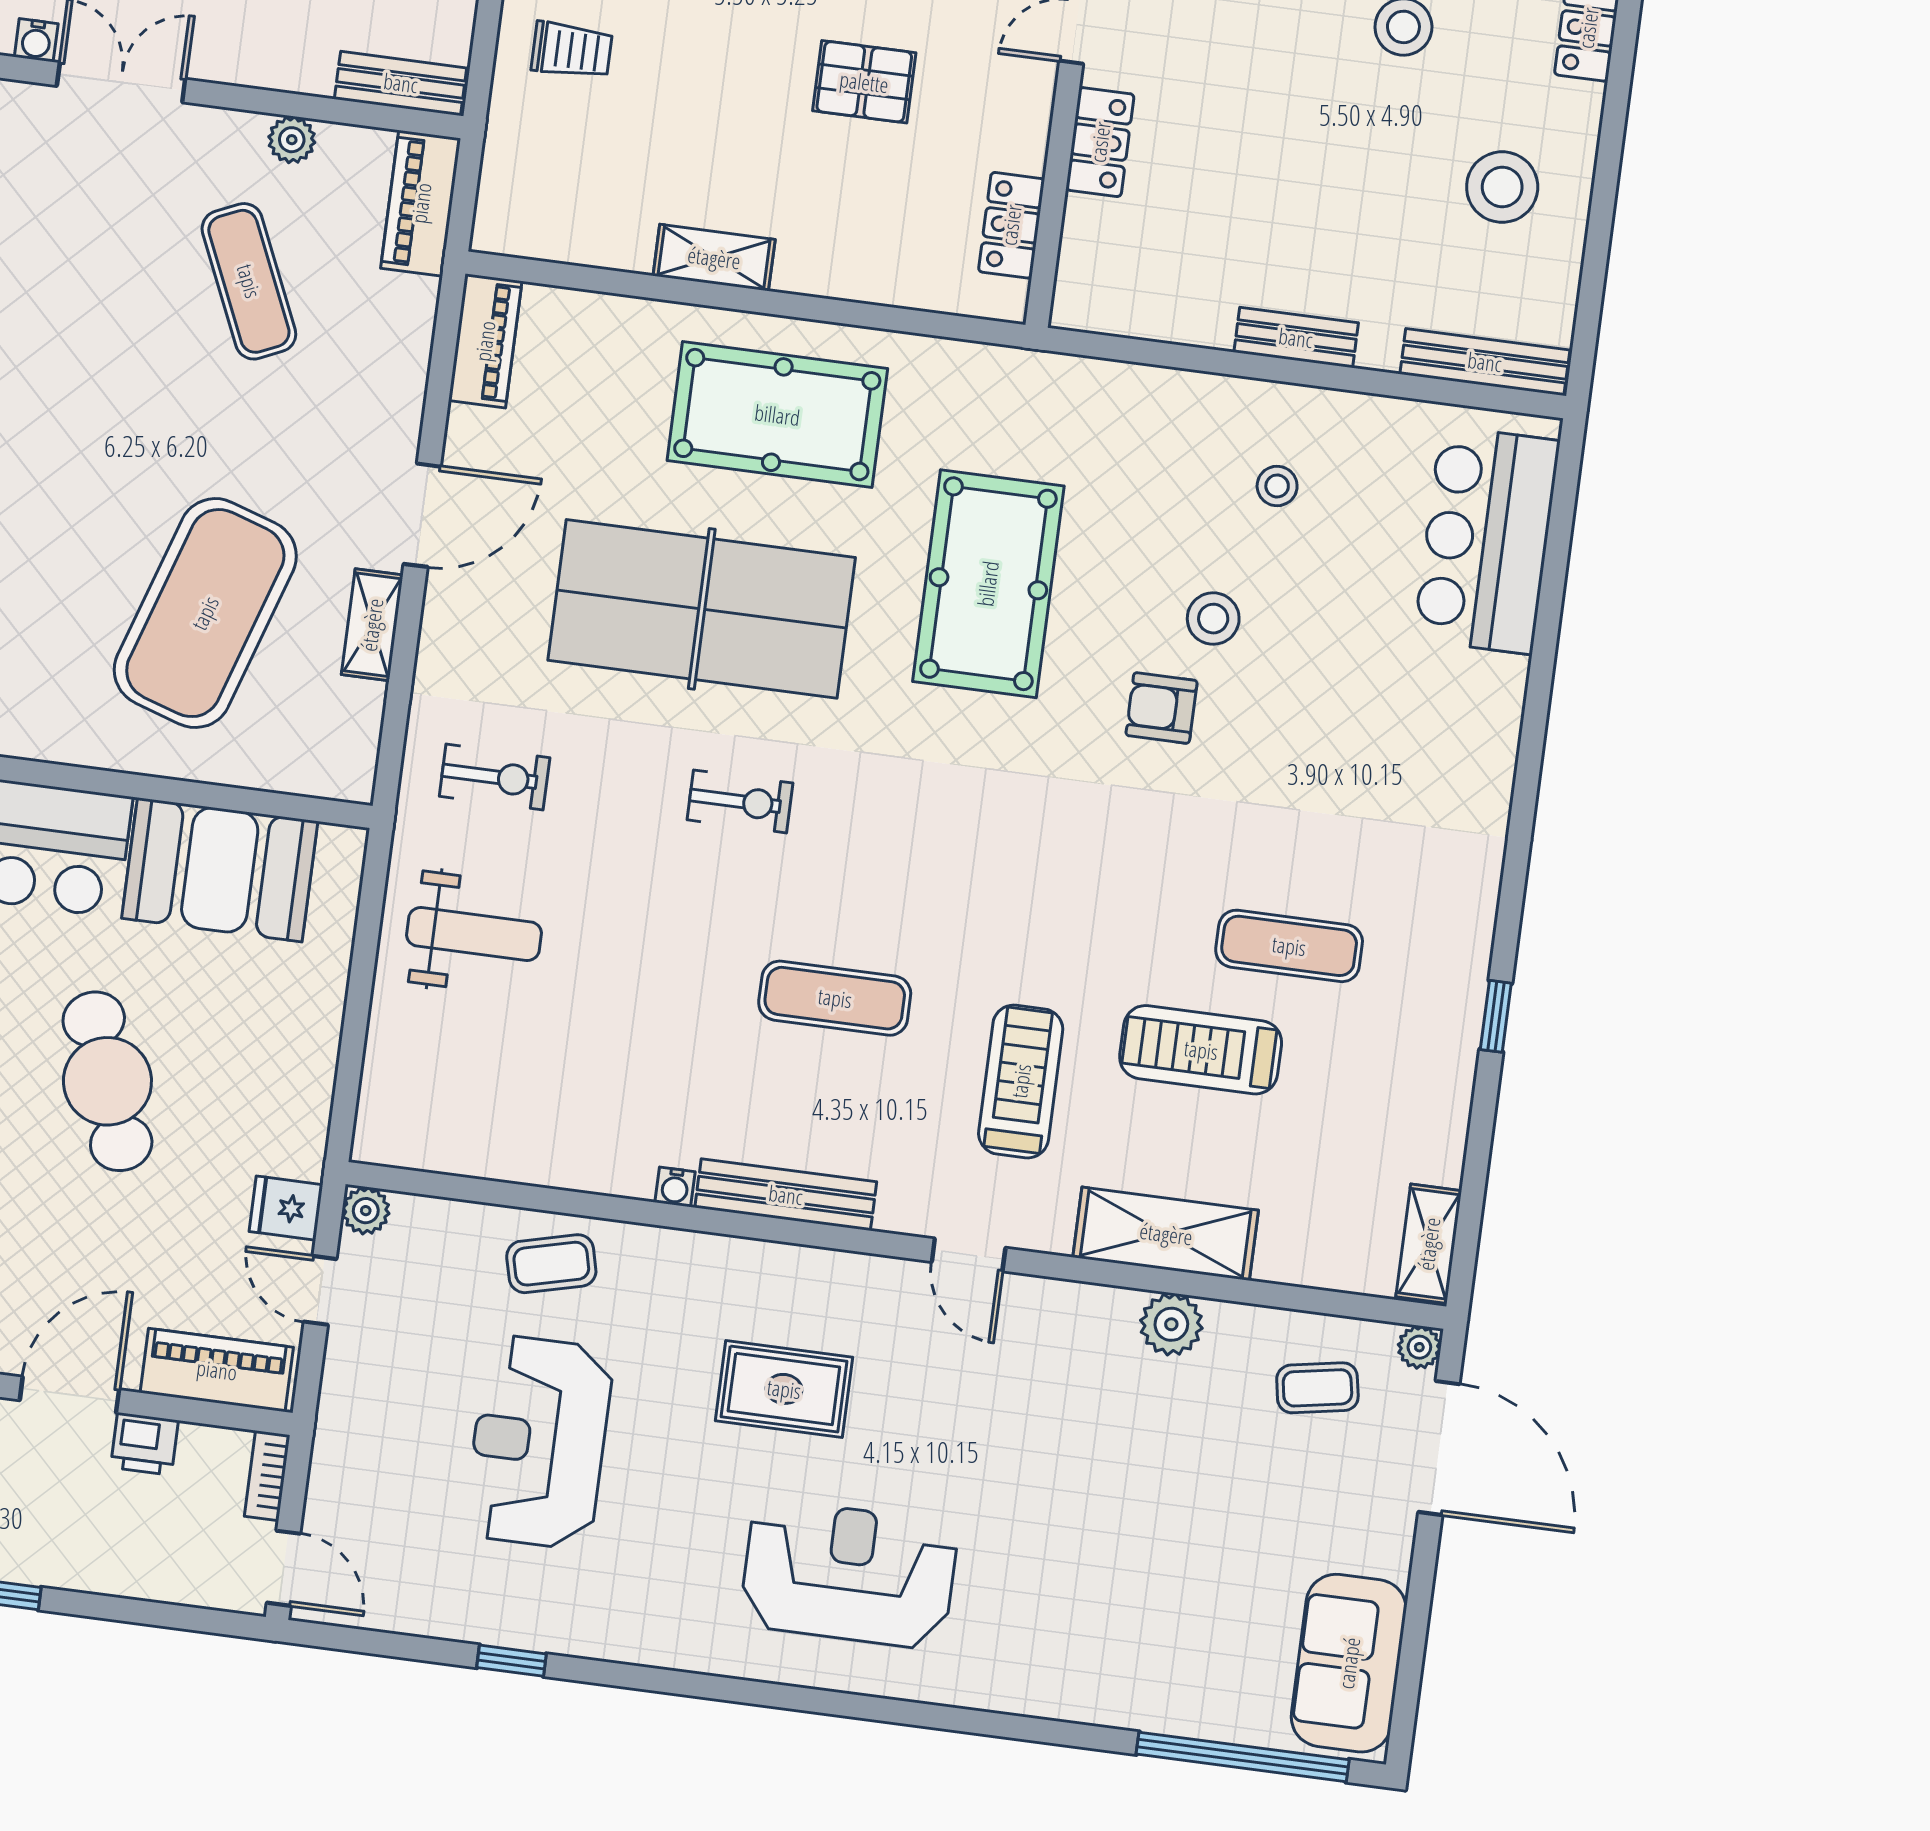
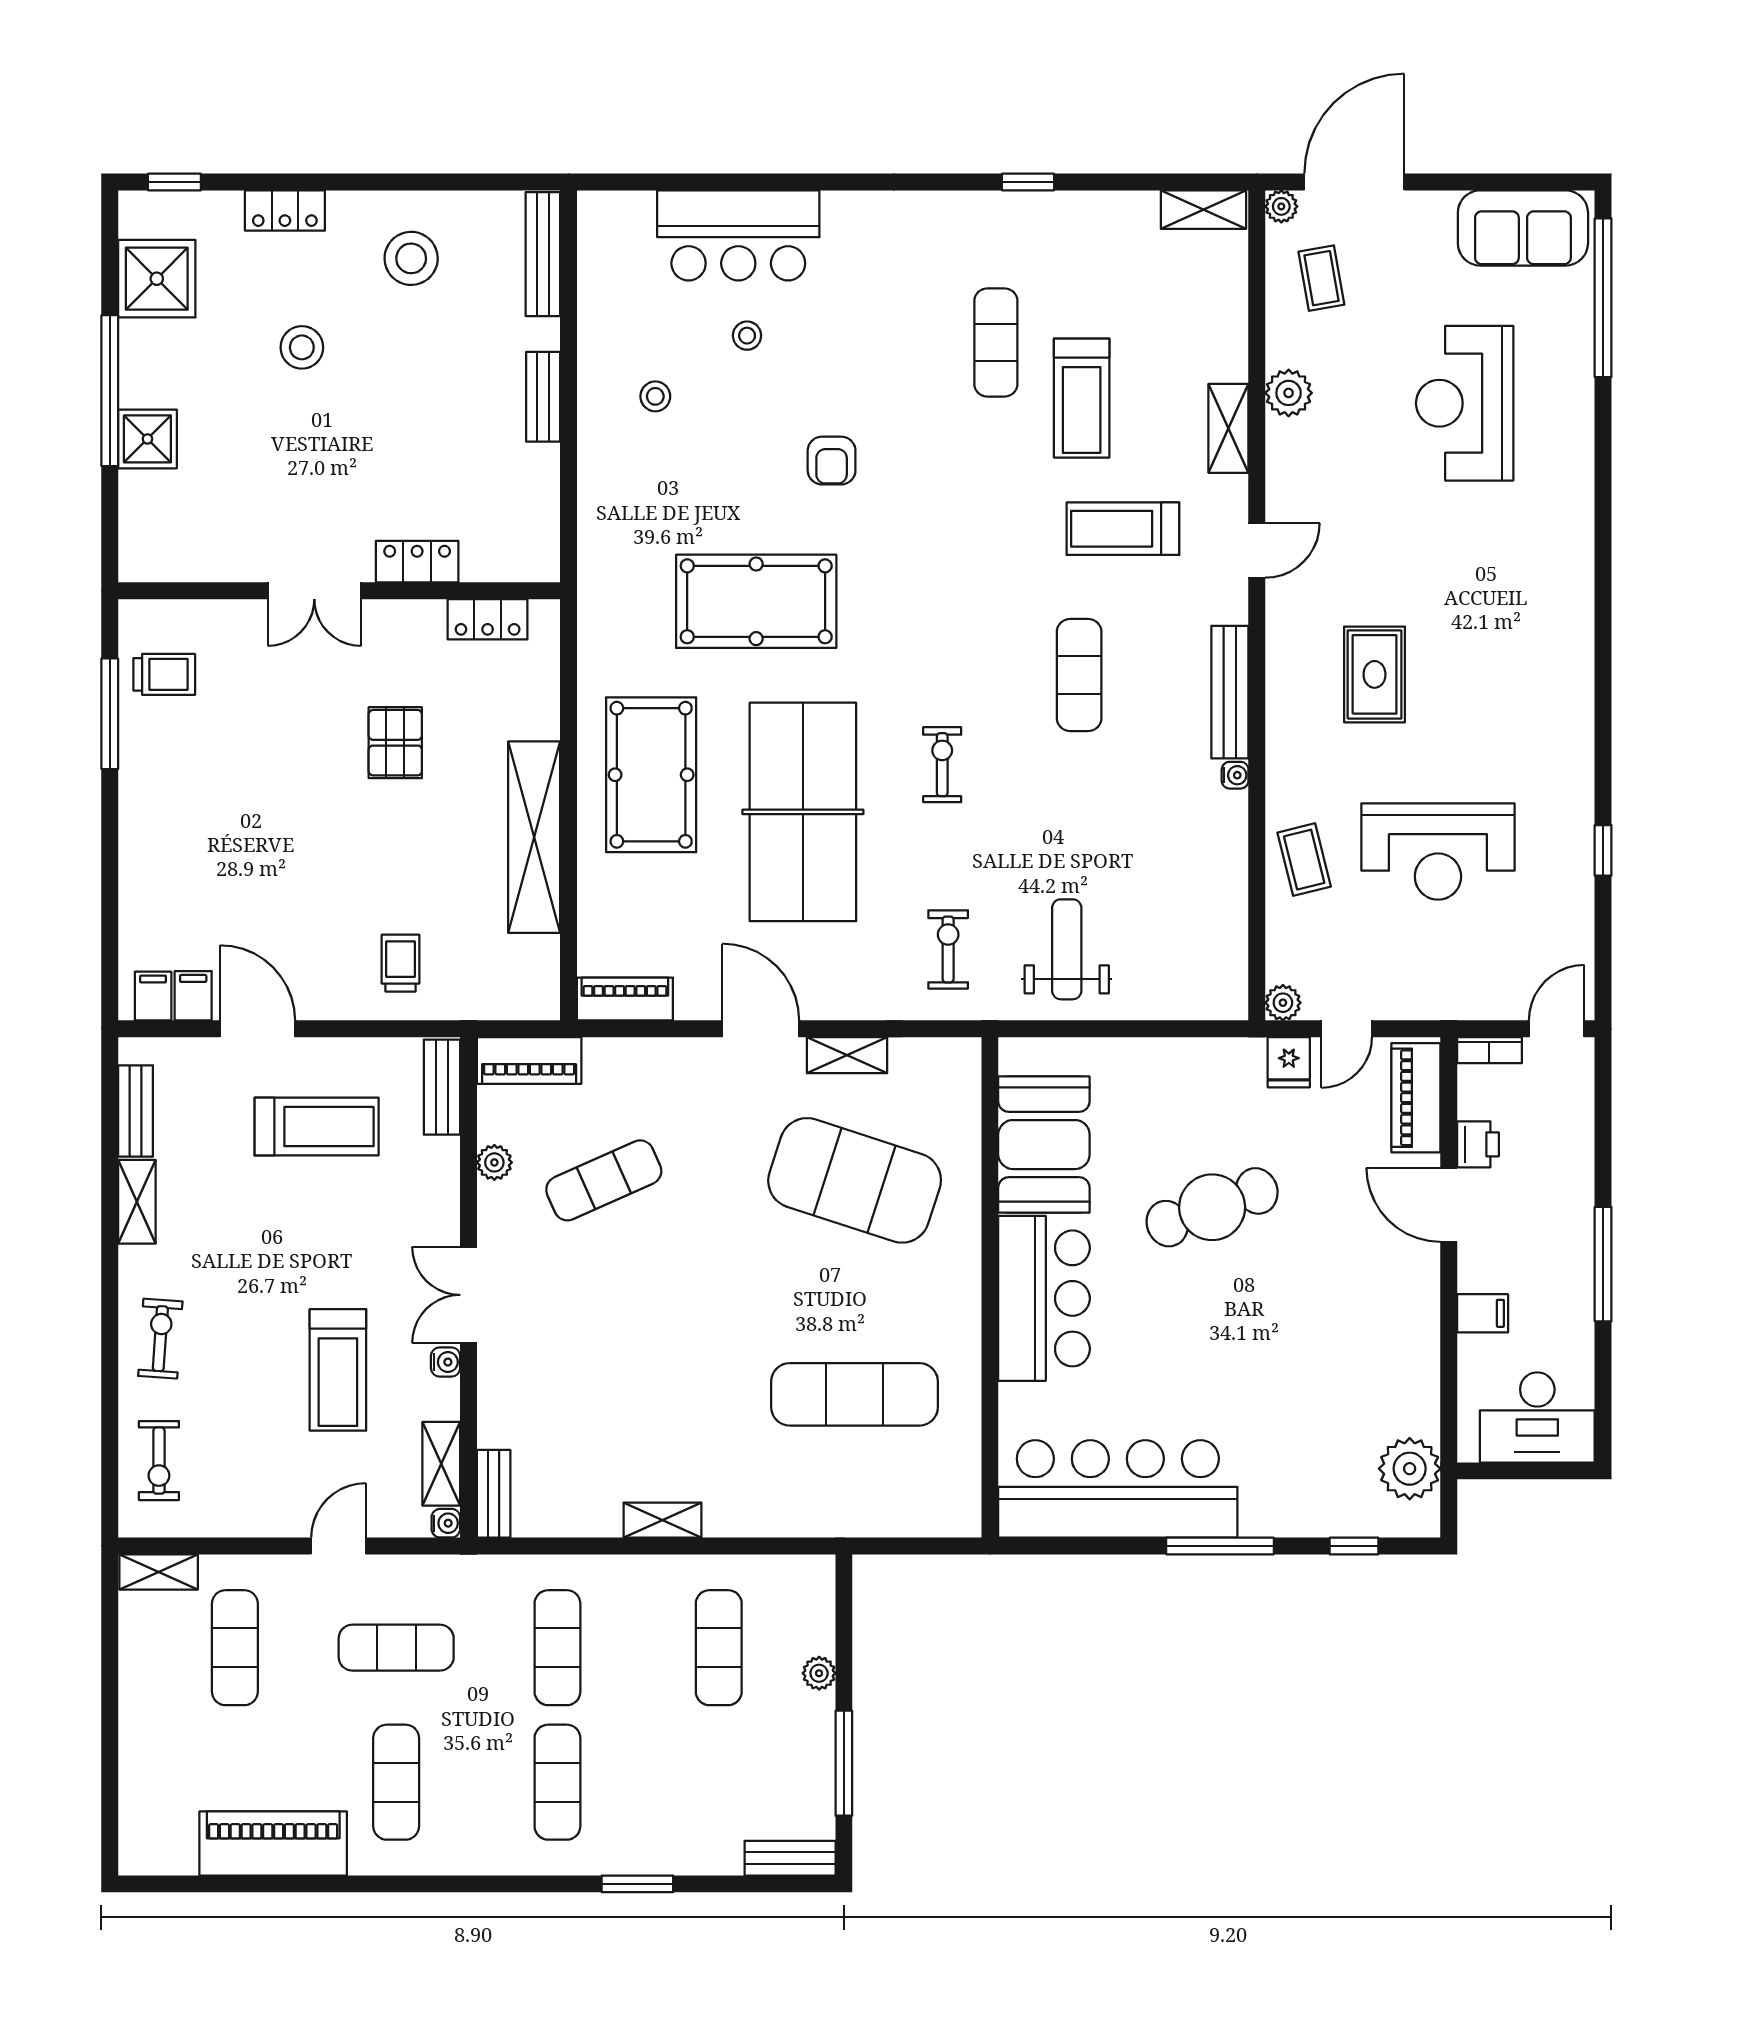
shelving: (714, 258) -> (534, 837), width x2.20, depth x1.33
bar counter: (1487, 540) -> (738, 235), moved
stool: (1213, 619) -> (747, 336), moved, width x0.73, depth x0.73
shelving: (1166, 1234) -> (1228, 428), width x0.67, depth x0.75
reception desk: (849, 1574) -> (1465, 403), moved

